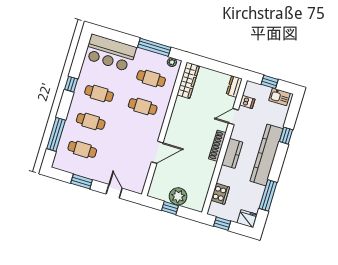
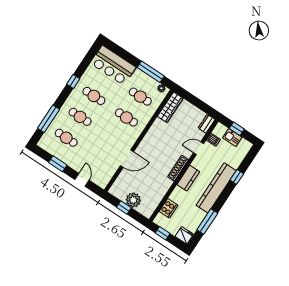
kitchen sink: (279, 97) -> (232, 138), moved

